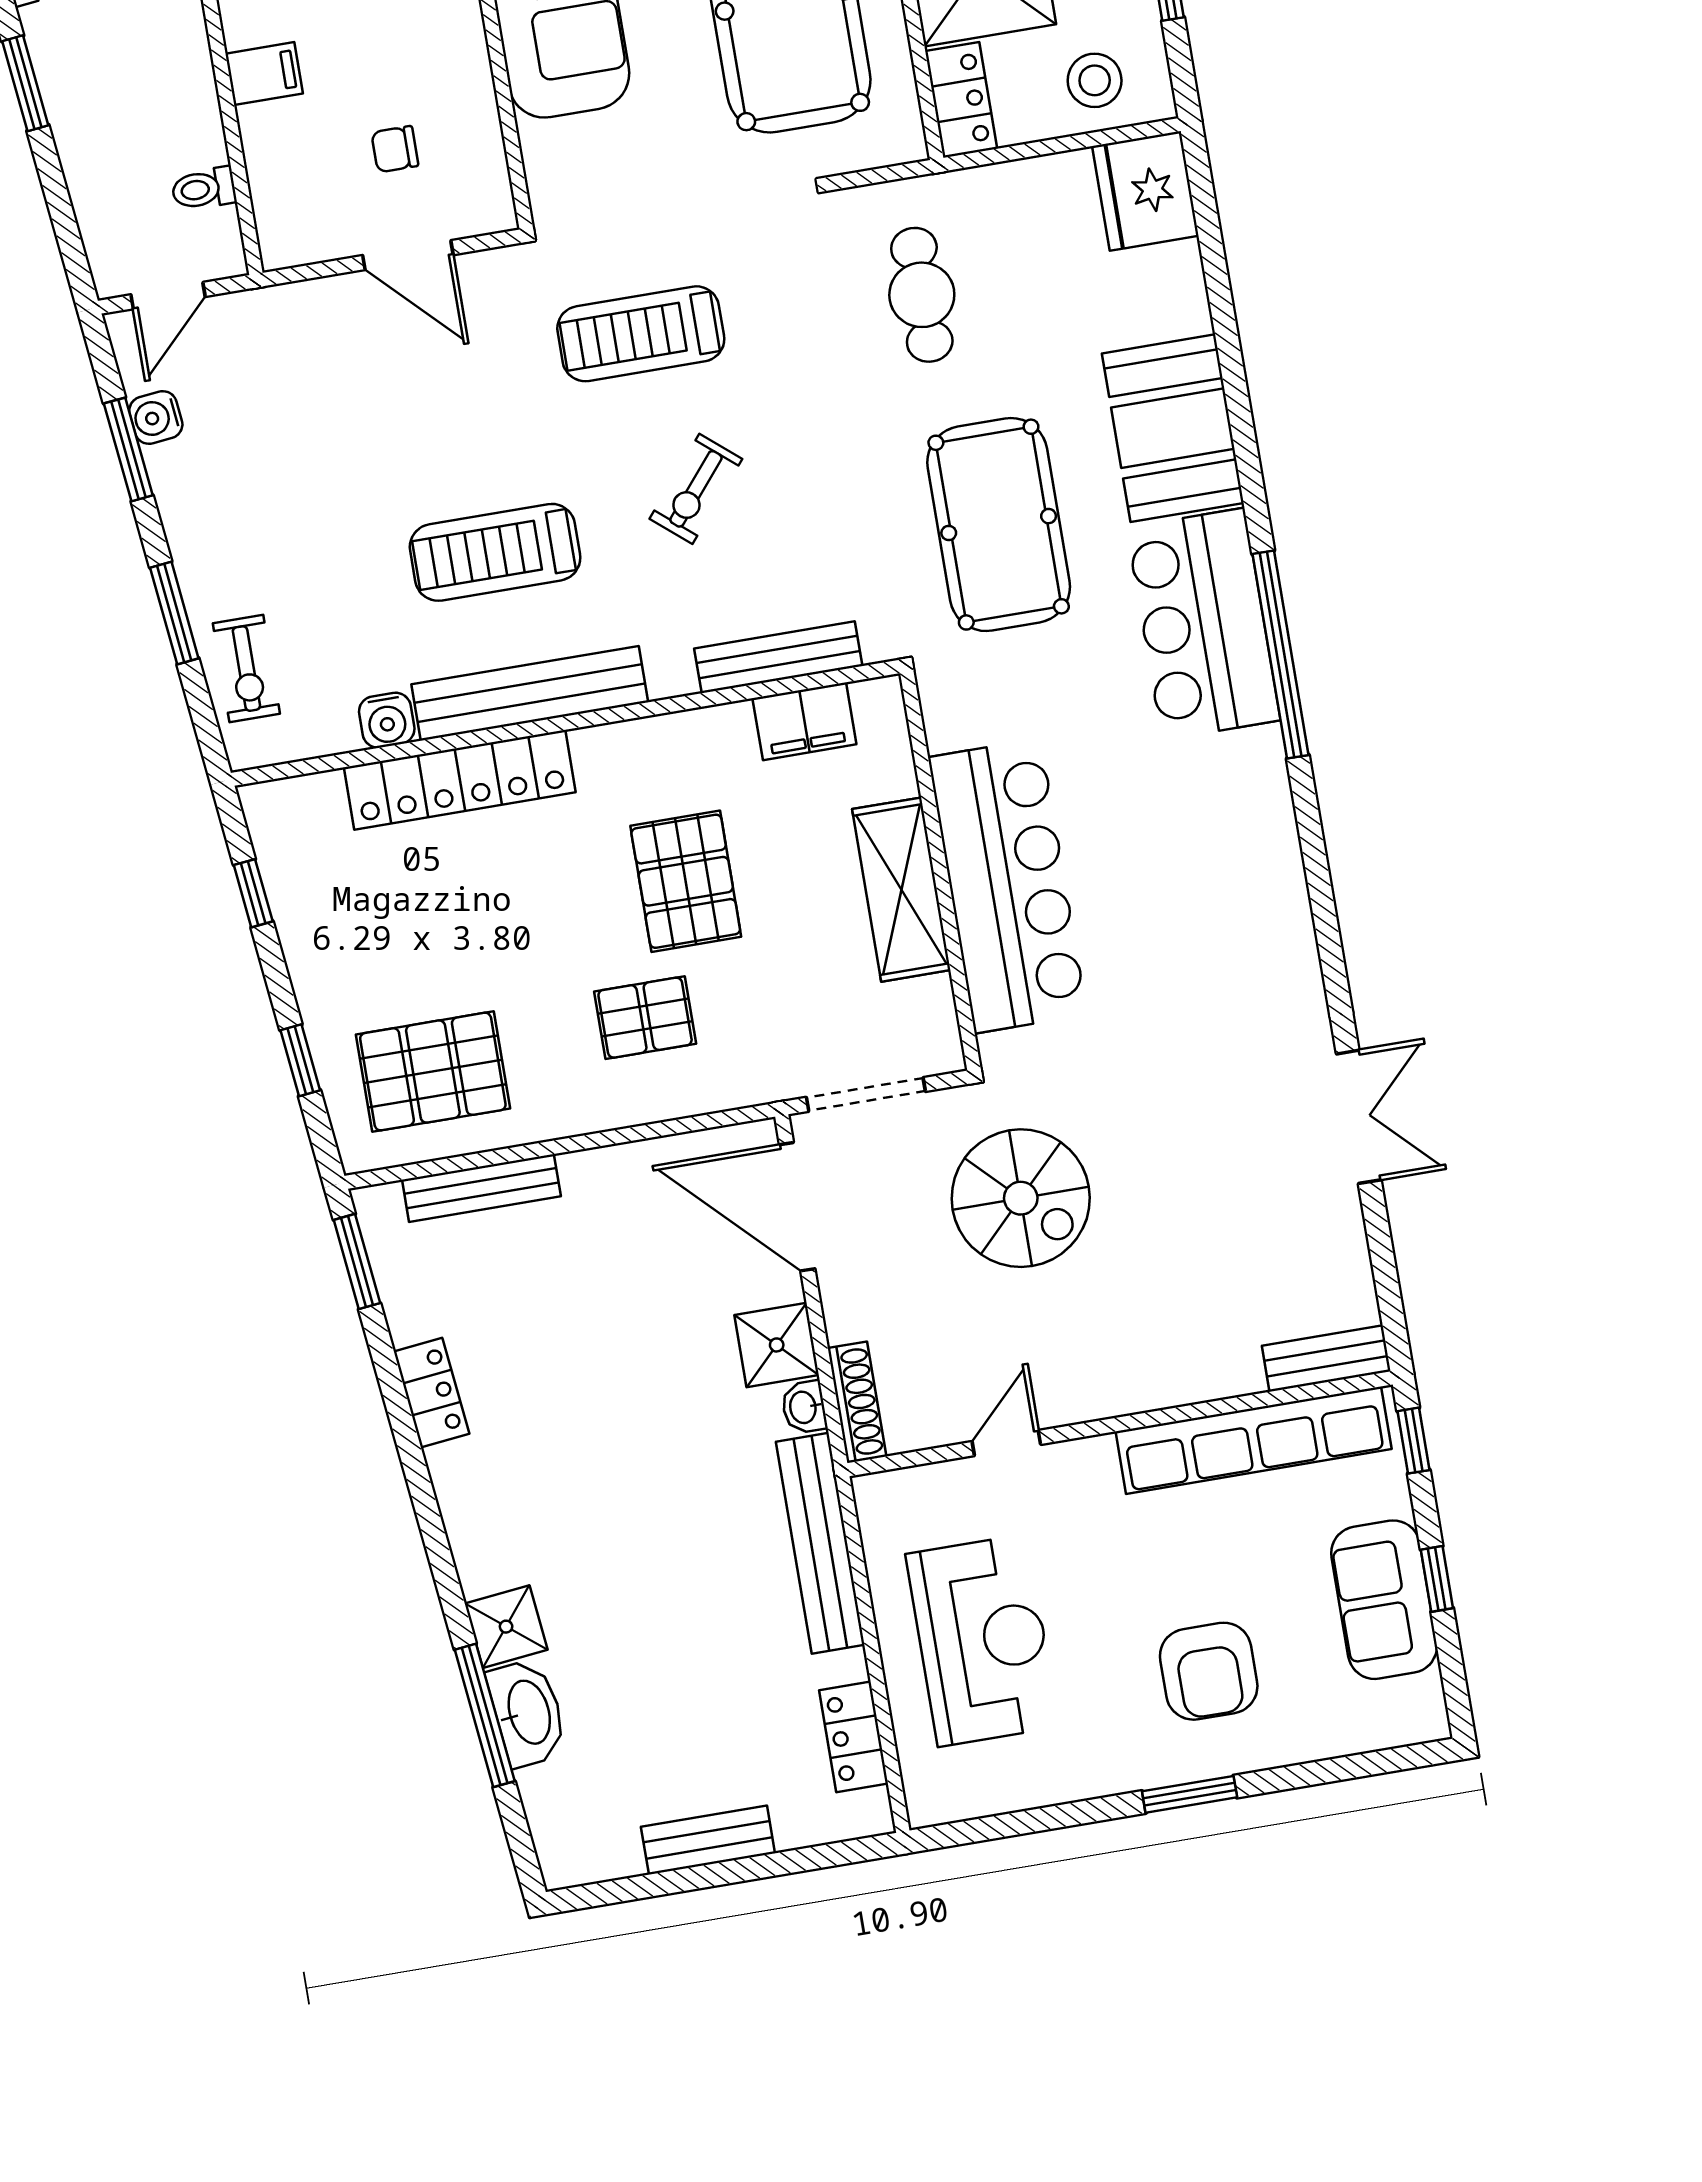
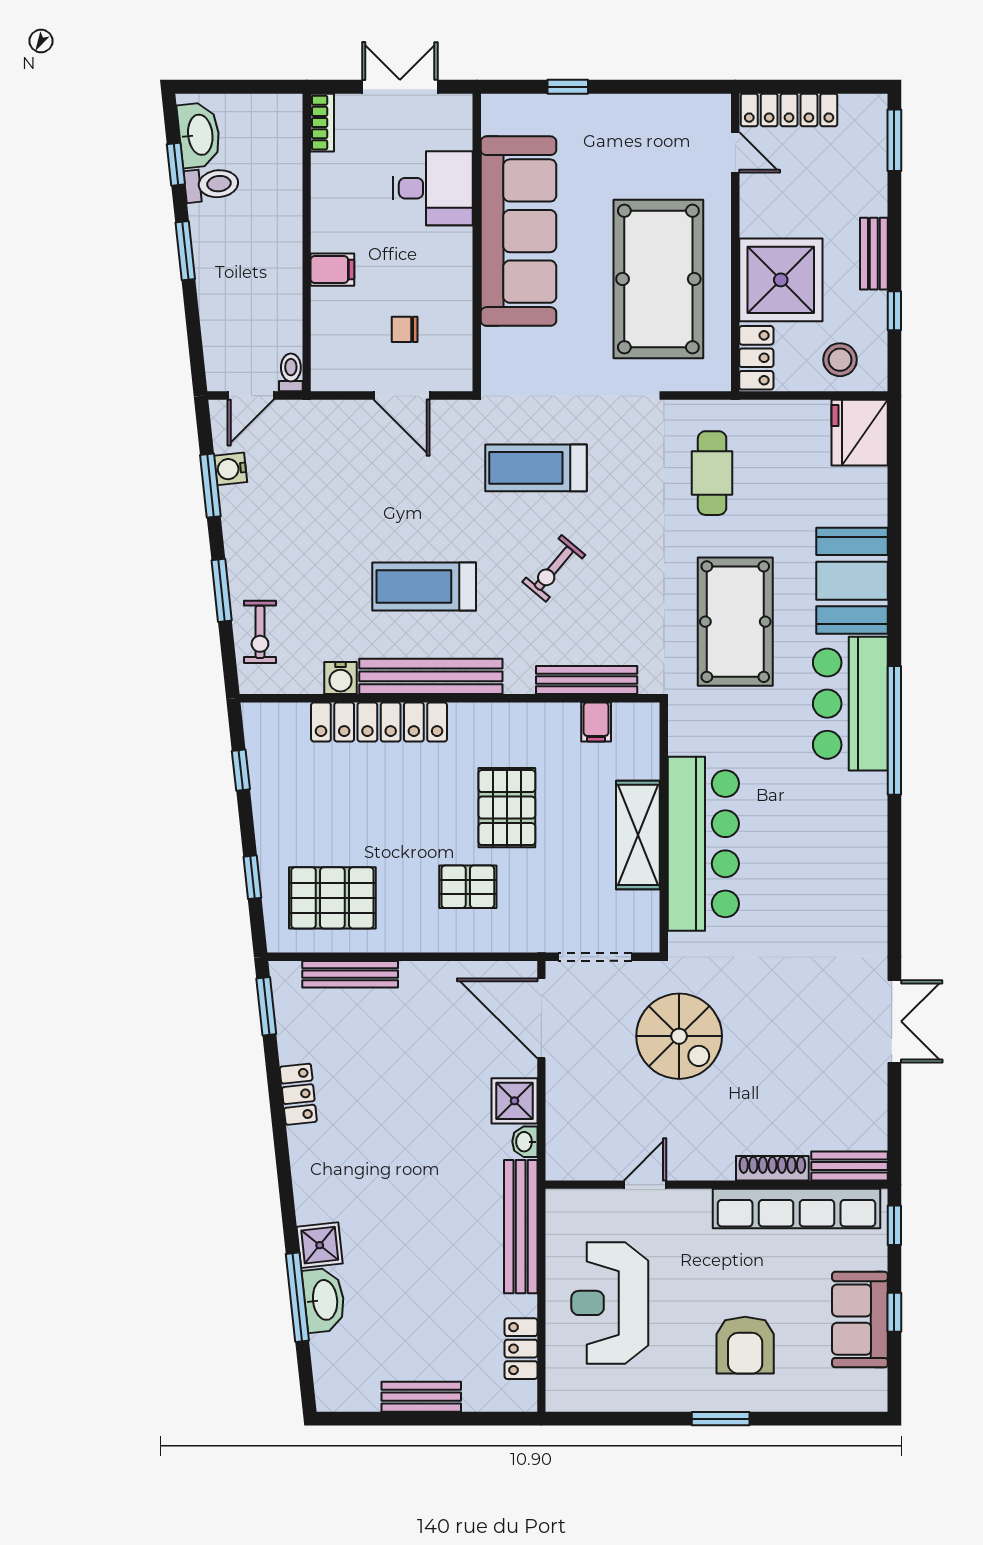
toilet: (204, 189) -> (291, 372), moved, turned 90
filing cabinet: (804, 721) -> (596, 722), width x0.50
shoe rack: (857, 1402) -> (772, 1168), moved, turned -90
reception desk: (982, 1640) -> (610, 1303), turned 180

